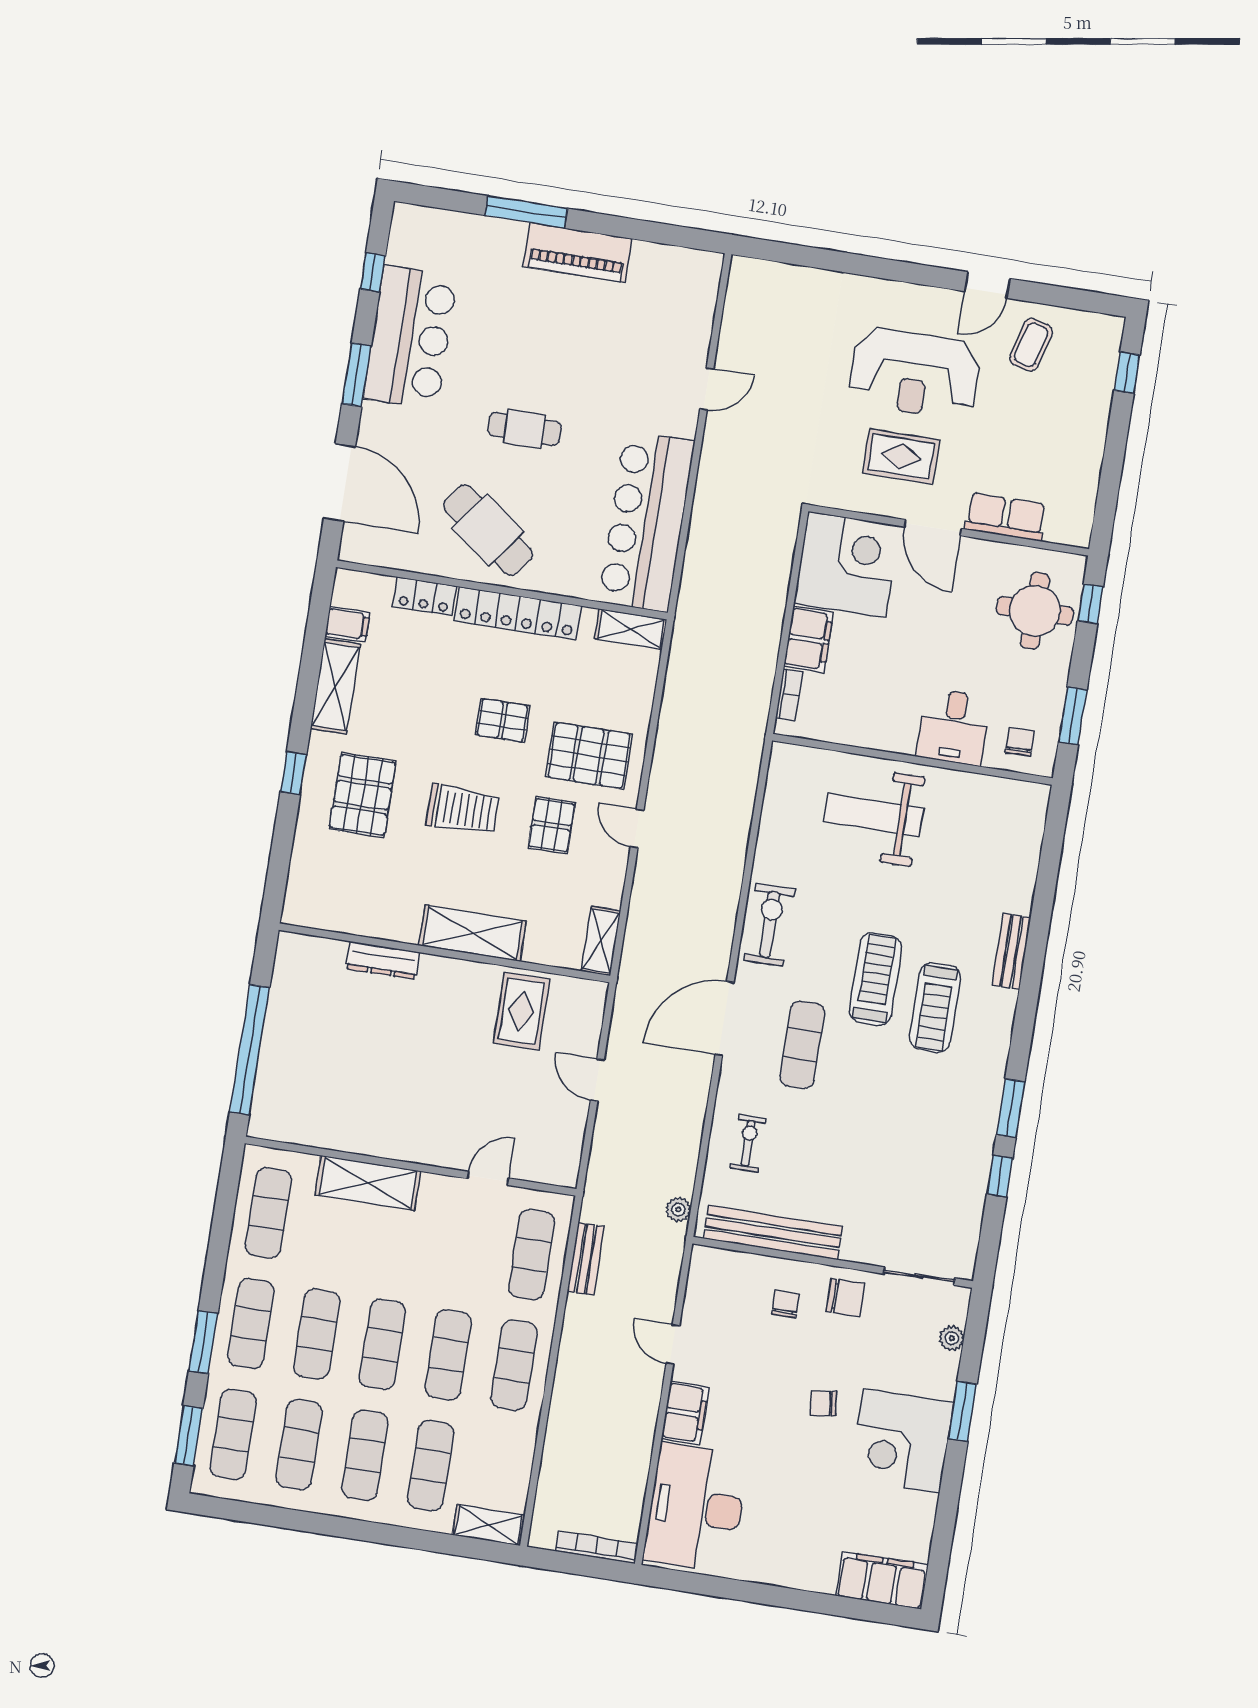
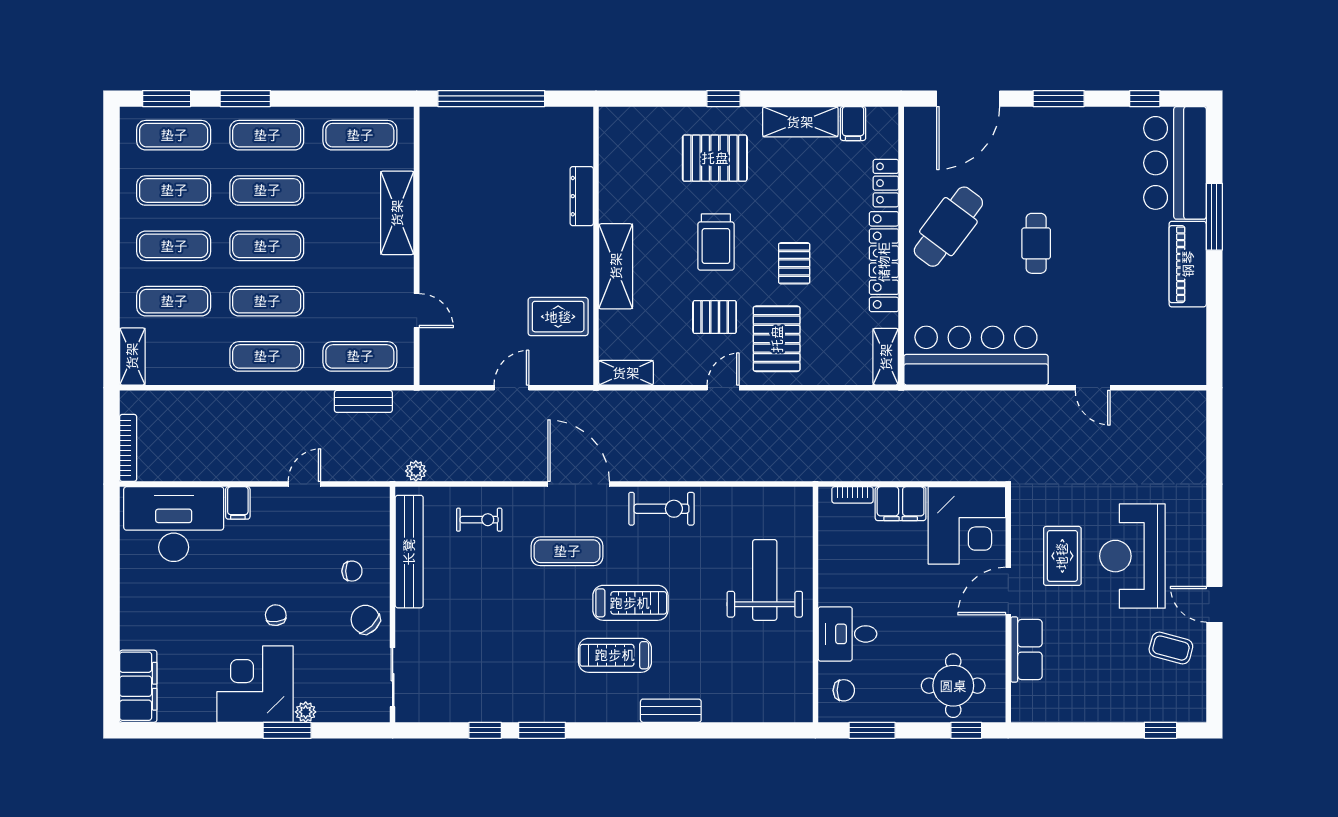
bar counter: (410, 337) -> (1175, 163), moved, turned 90
chair: (845, 1298) -> (365, 619), turned 135
plant: (952, 1338) -> (306, 712), moved
filing cabinet: (685, 1413) -> (238, 503), width x0.50

